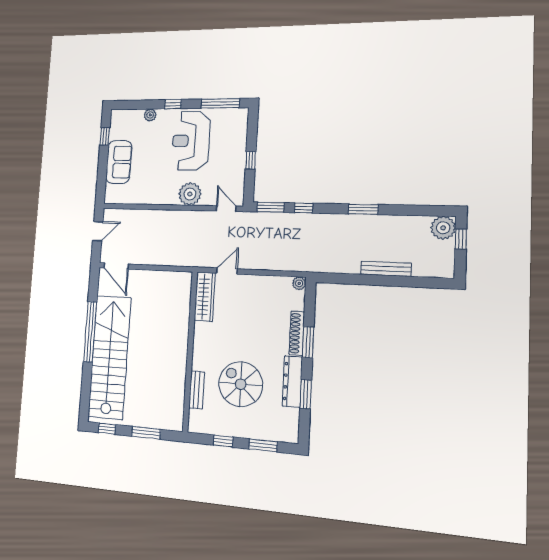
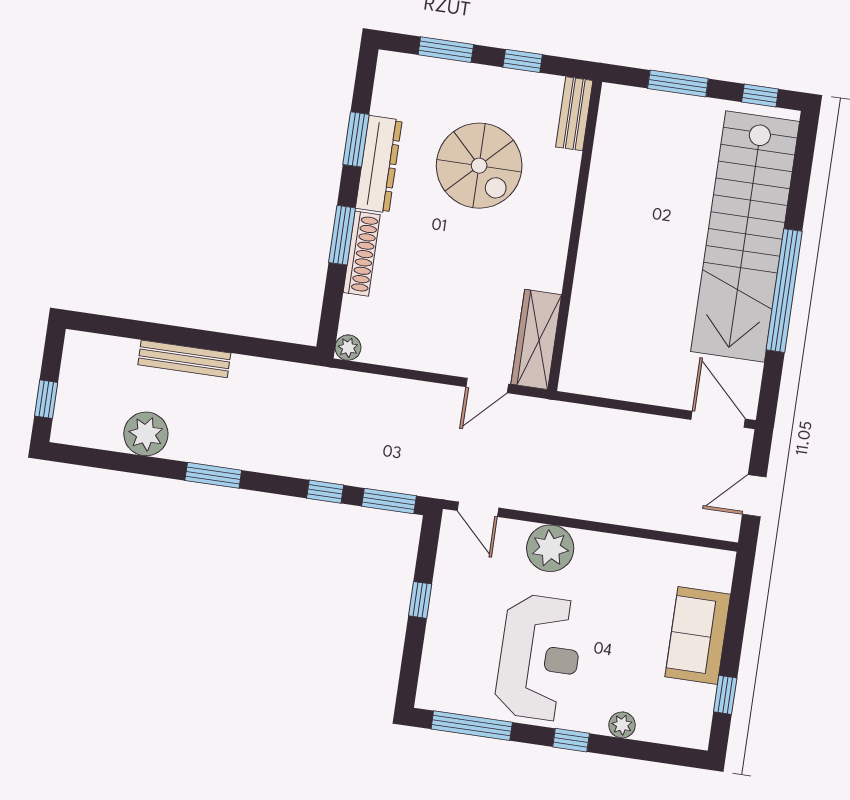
plant: (443, 228) -> (146, 434), moved
bench: (197, 390) -> (574, 114), moved

